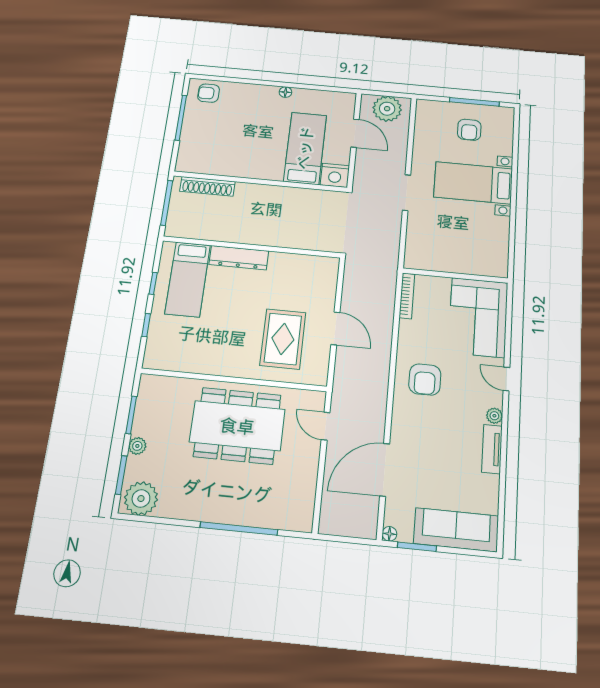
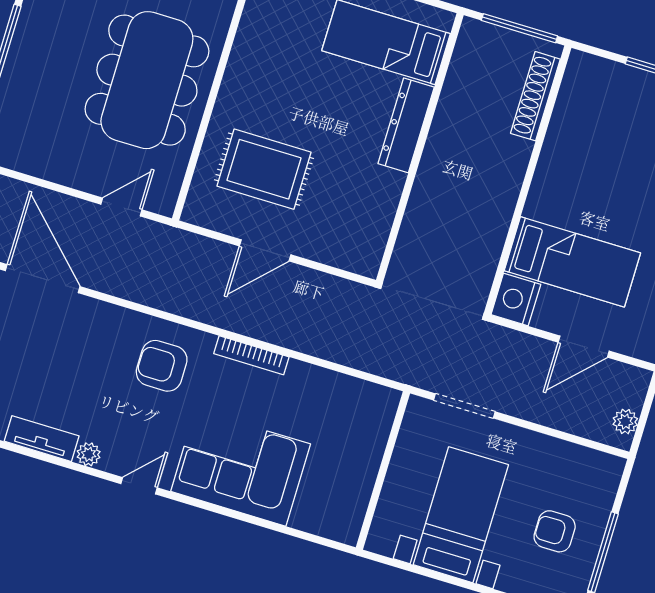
plant: (387, 109) -> (625, 422), width x0.53, depth x0.53
wall: (455, 276) -> (383, 470), moved
bookcase: (407, 296) -> (251, 355), moved

